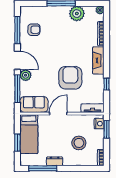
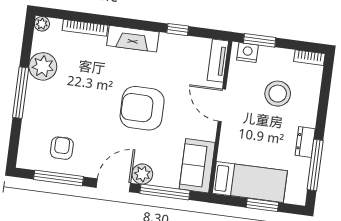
armchair: (70, 78) -> (142, 108), moved
door: (58, 114) -> (222, 105), moved

